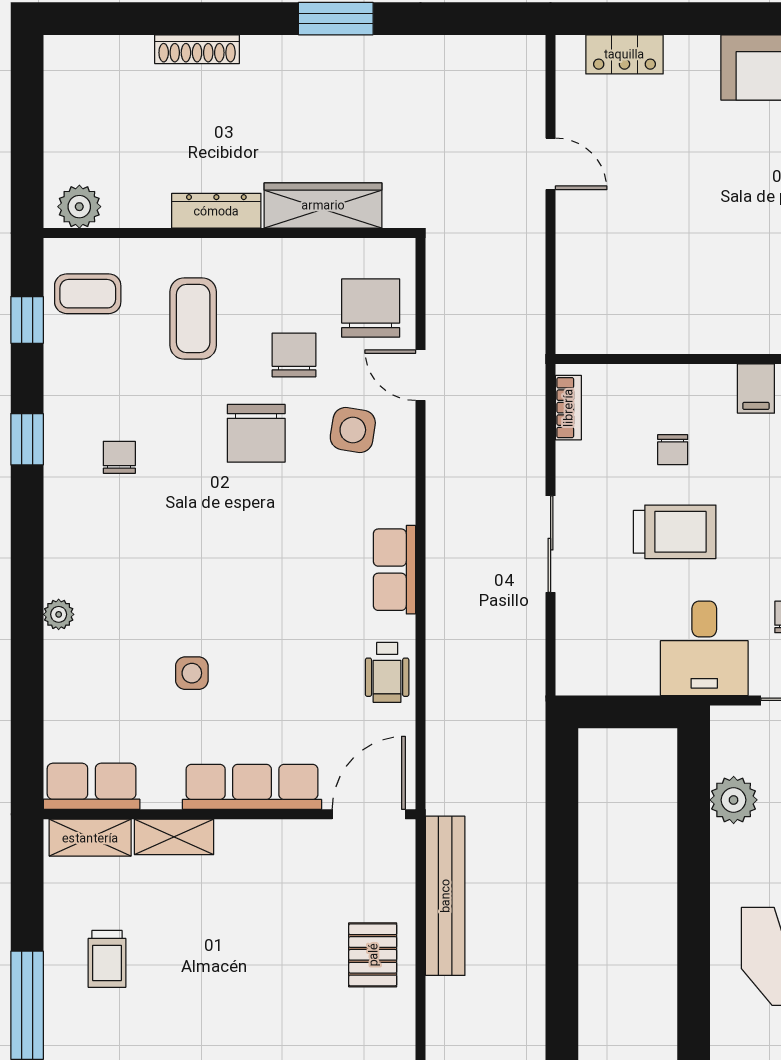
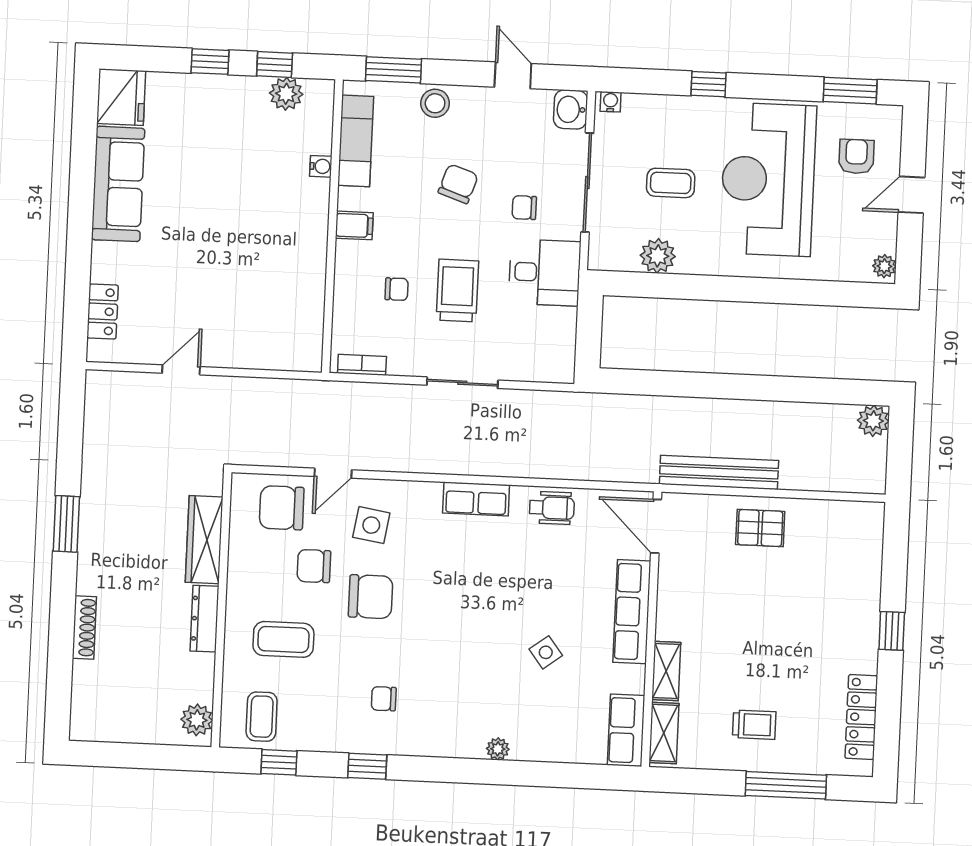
side table: (192, 673) -> (546, 652), turned -37

